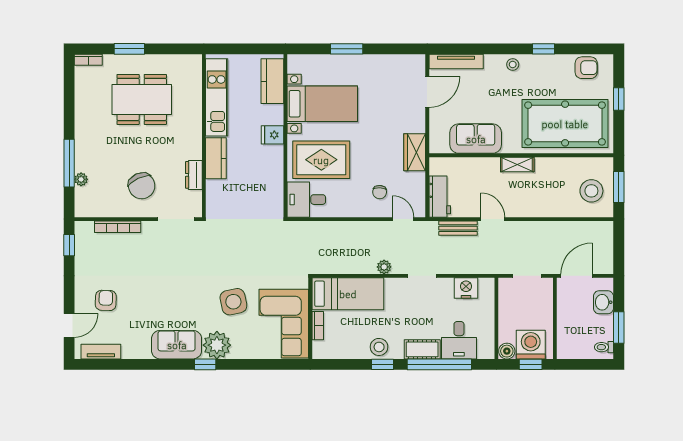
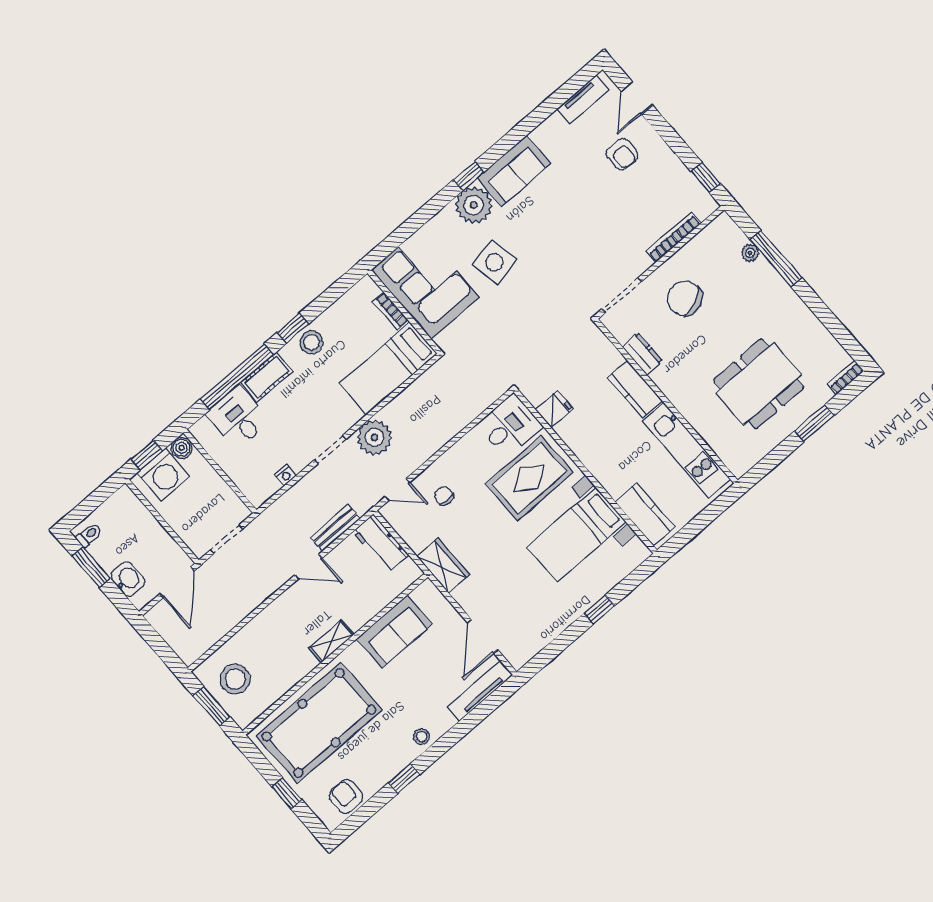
window: (347, 49) -> (599, 610), width x0.67
armchair: (586, 68) -> (346, 796), turned 90
fridge: (272, 135) -> (554, 409), moved
plant: (384, 267) -> (374, 437), width x1.87, depth x1.87
nightstand: (466, 288) -> (285, 475), width x0.53, depth x0.56

